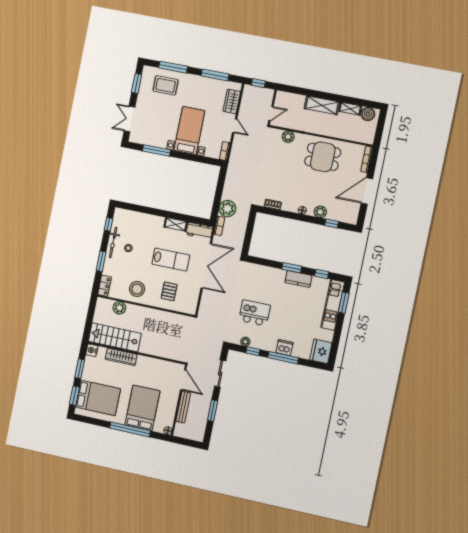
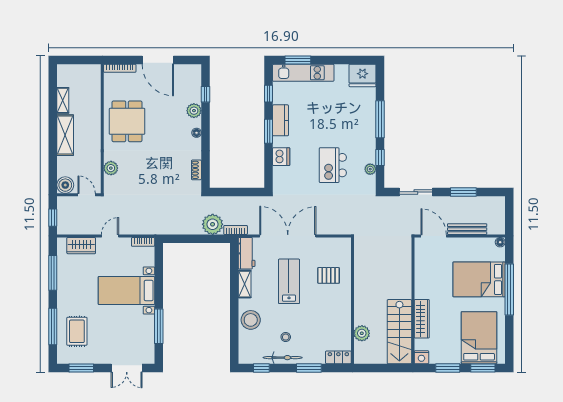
boiler: (368, 114) -> (65, 185), moved
stool: (137, 289) -> (251, 320), moved
dishwasher: (284, 348) -> (281, 157), moved, turned 180
door: (183, 380) -> (434, 236), hinge flipped

